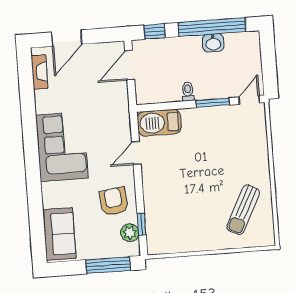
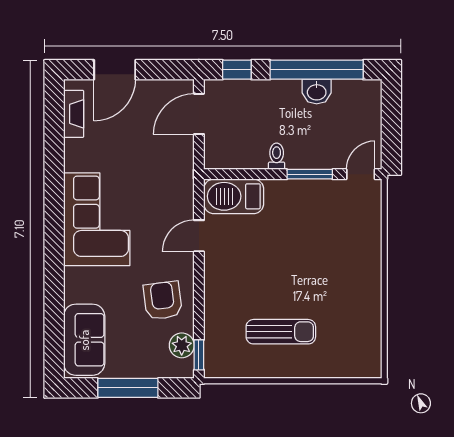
sun lounger: (243, 210) -> (281, 332), moved, turned -117
window: (142, 224) -> (199, 355), moved
window: (108, 265) -> (128, 388), moved

